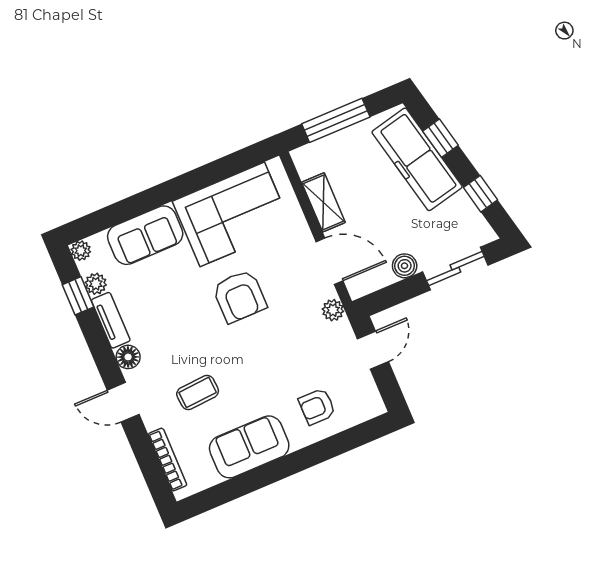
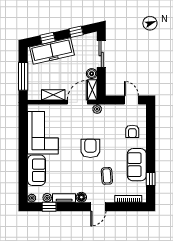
shelving: (370, 282) -> (92, 90), added
armchair: (240, 296) -> (90, 148), moved, turned -90
door: (373, 350) -> (131, 100), moved
window: (231, 490) -> (151, 179), added

